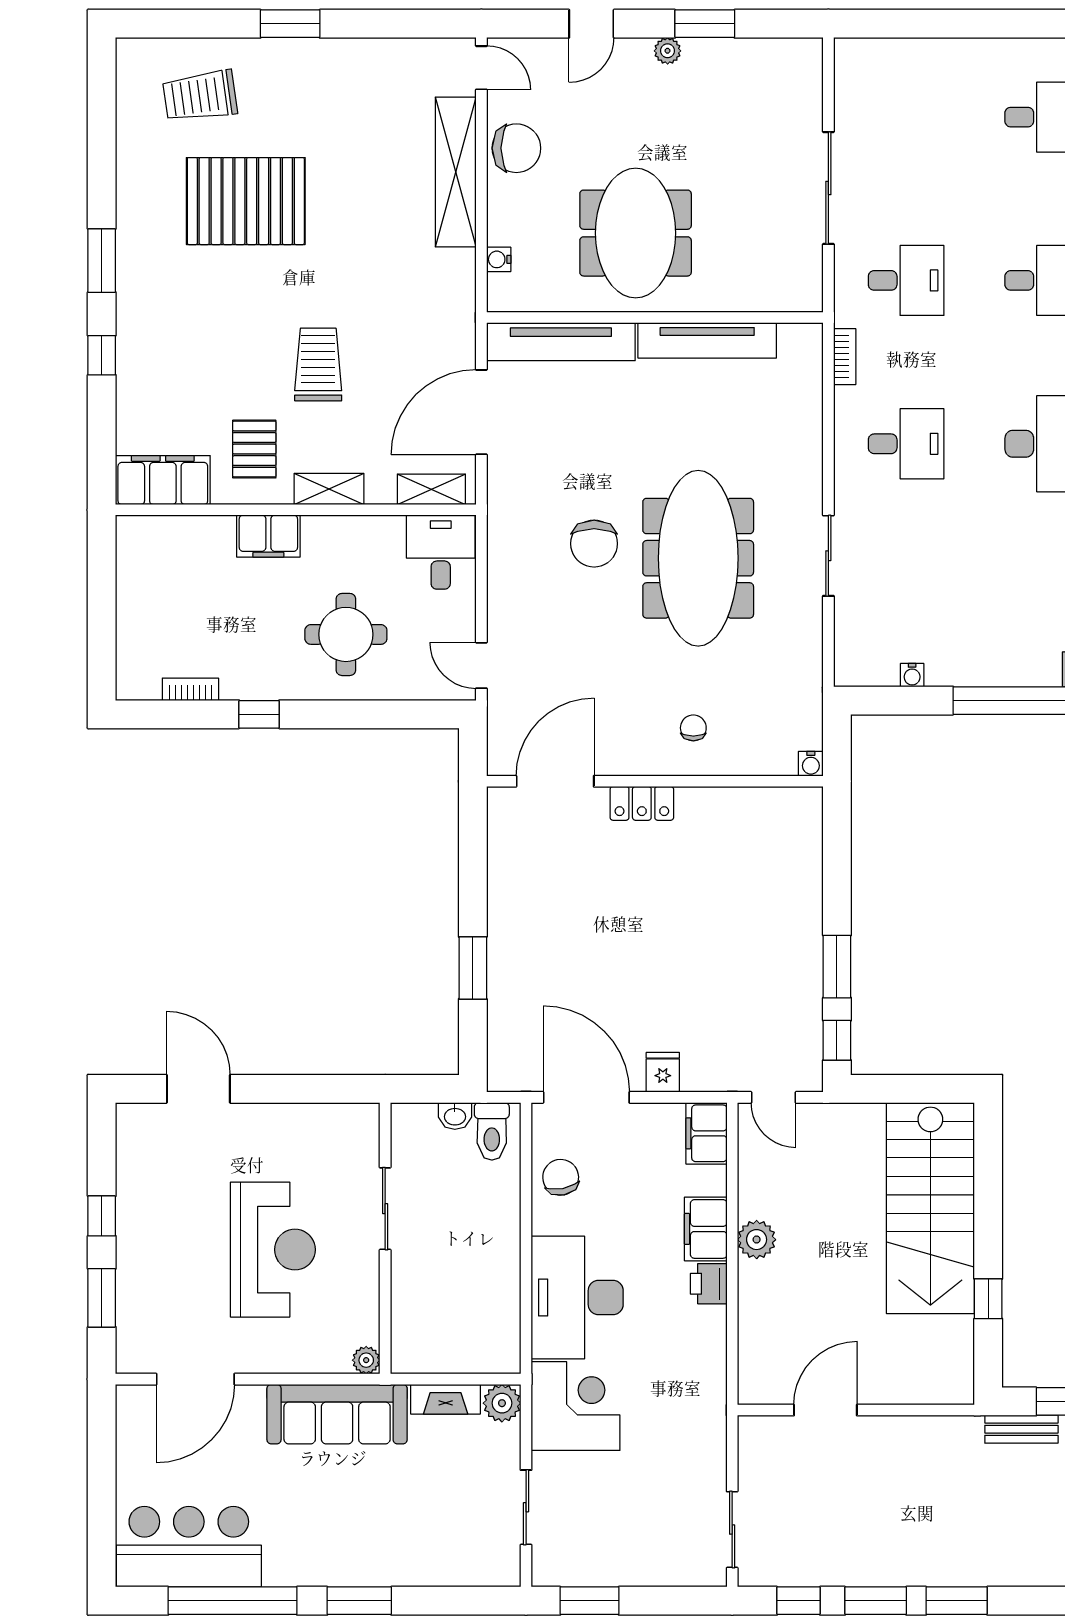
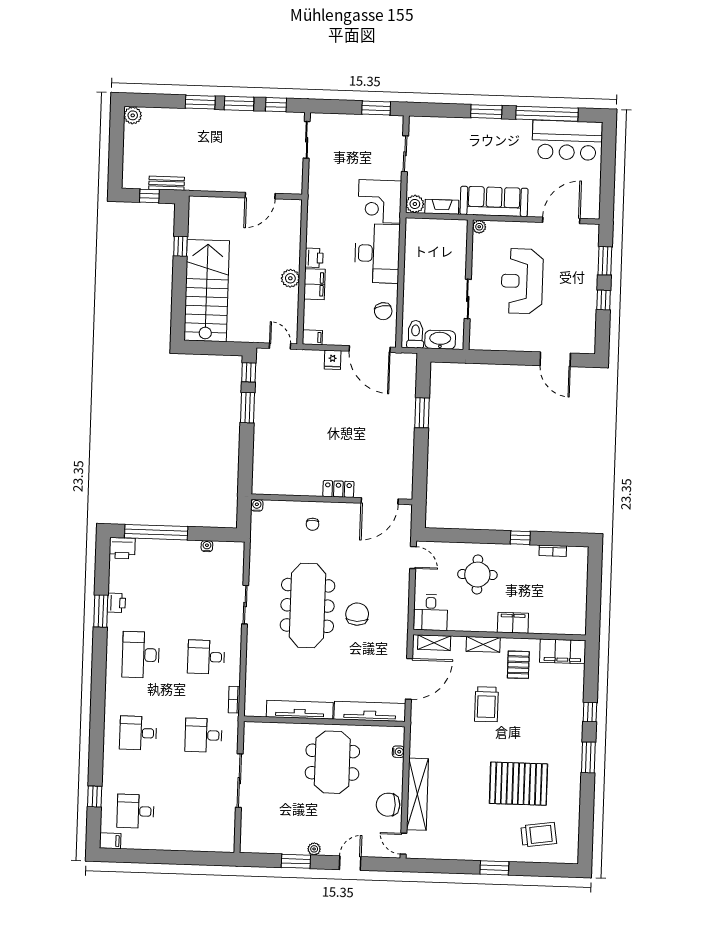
washbasin: (455, 1116) -> (440, 340), width x1.91, depth x1.45
filing cabinet: (706, 1133) -> (312, 337), width x0.50

